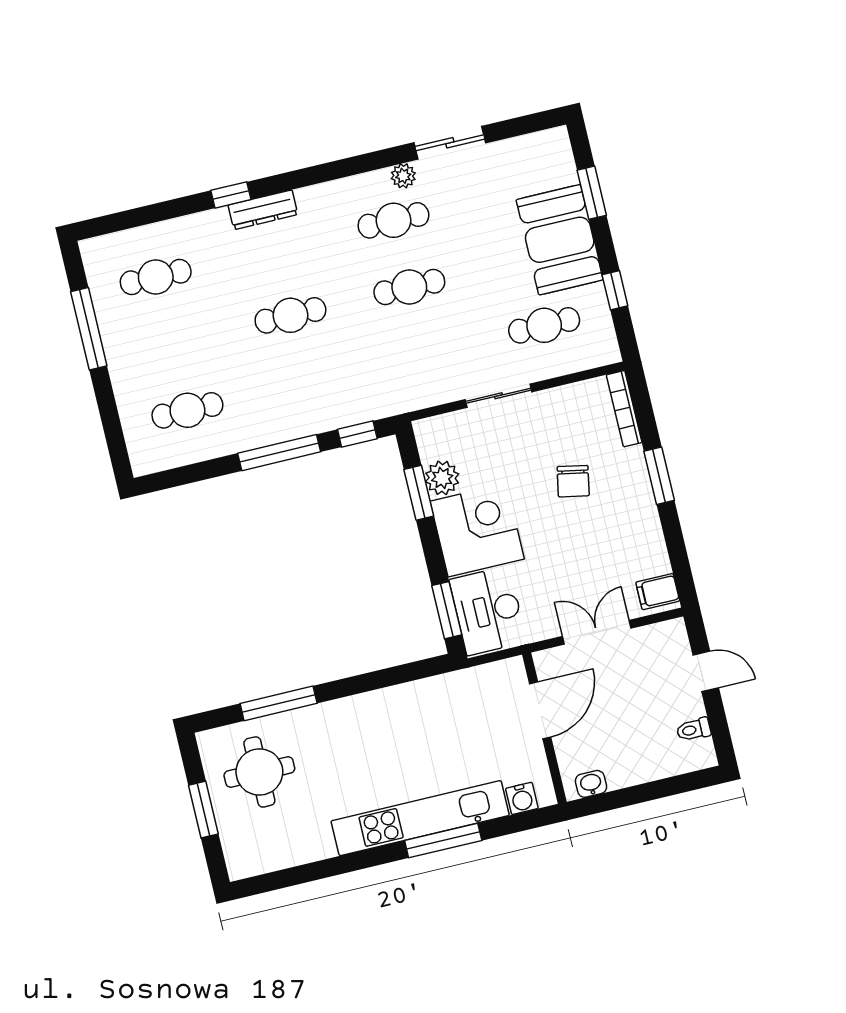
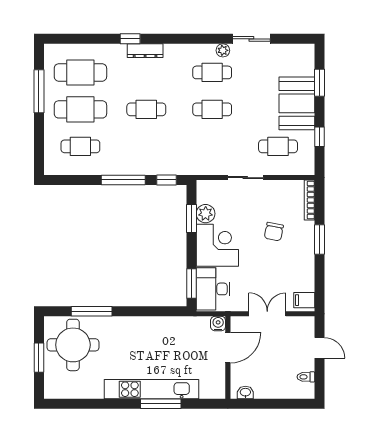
cafe table: (156, 277) -> (80, 72), width x1.37, depth x1.35
cafe table: (172, 344) -> (80, 109), added
round table: (259, 772) -> (73, 345), width x1.36, depth x1.36
water cooler: (522, 798) -> (218, 324), moved, turned 180

